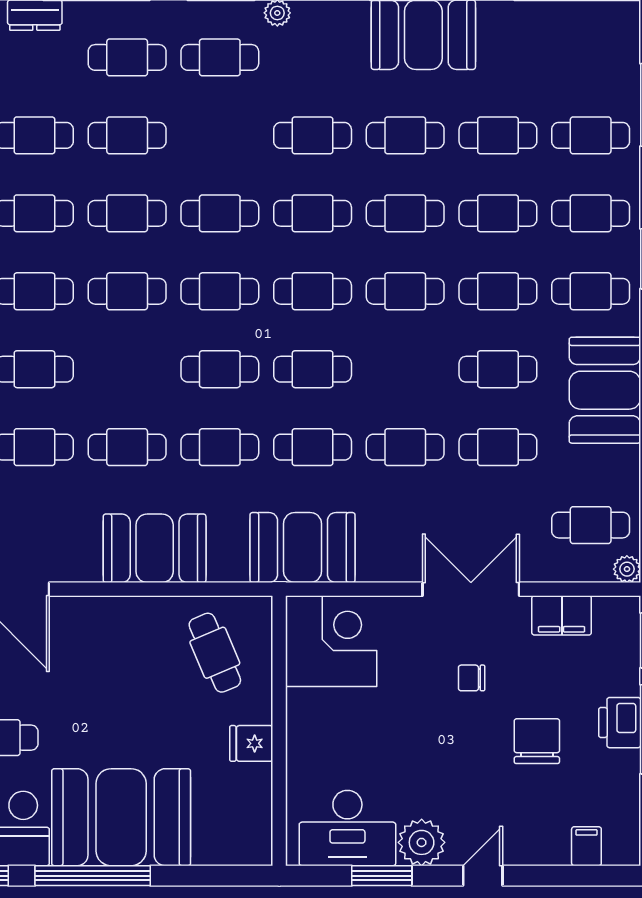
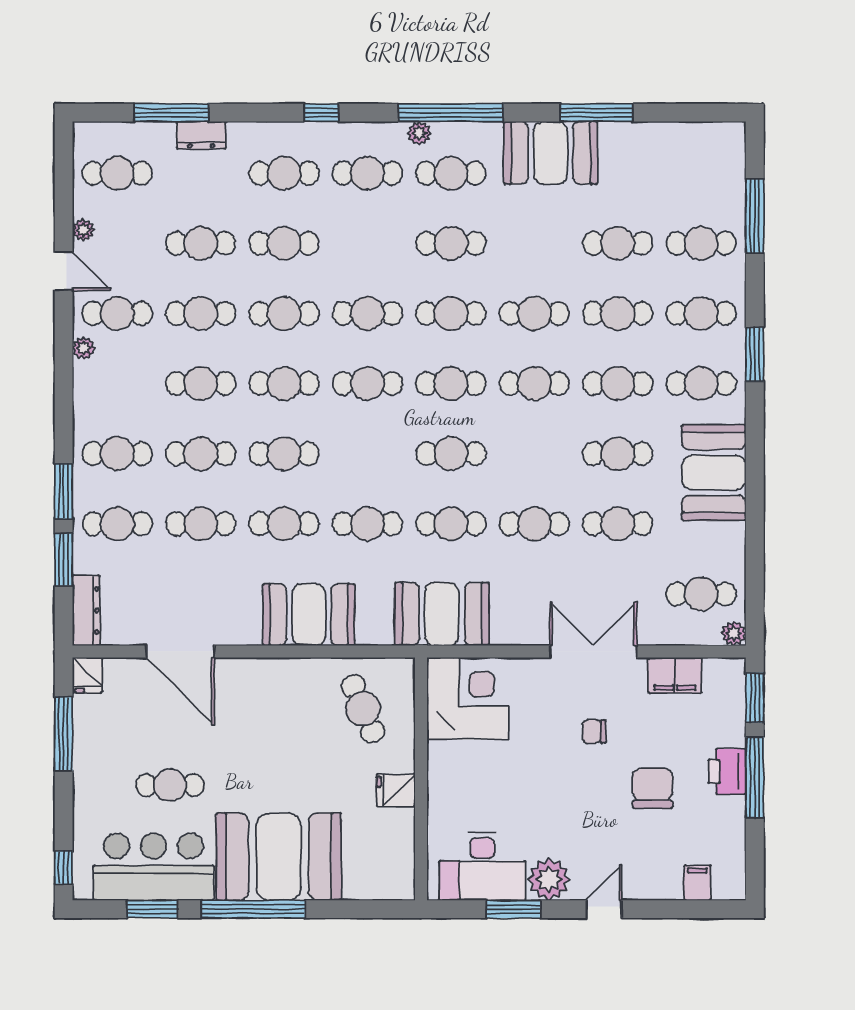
cafe table: (405, 135) -> (451, 173), moved
cafe table: (220, 369) -> (284, 454), moved

